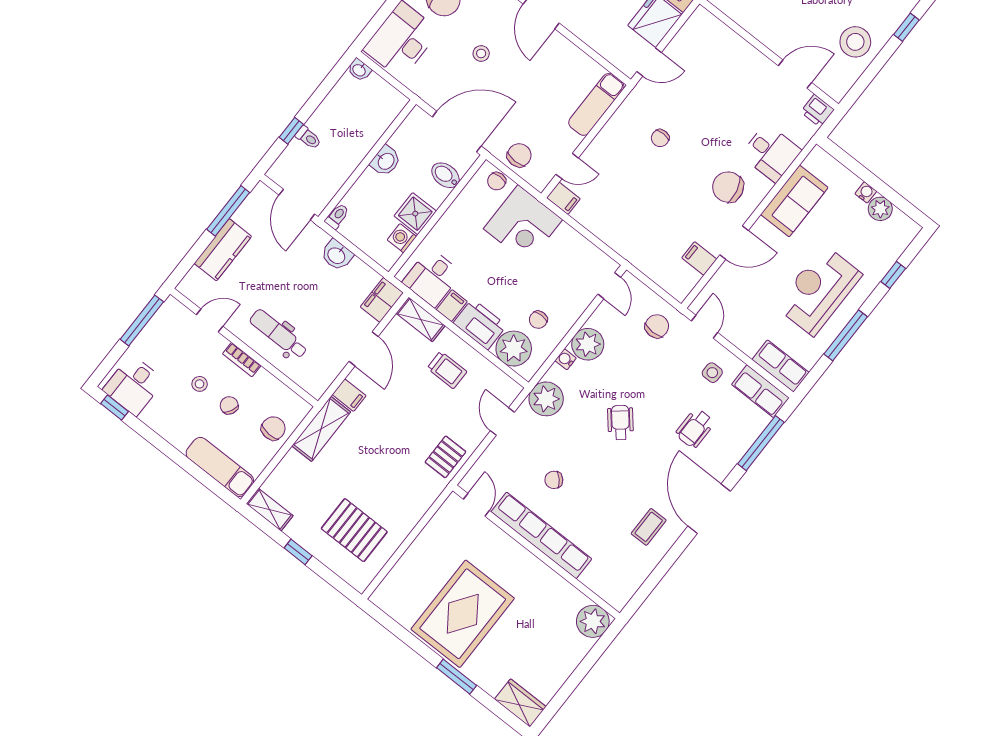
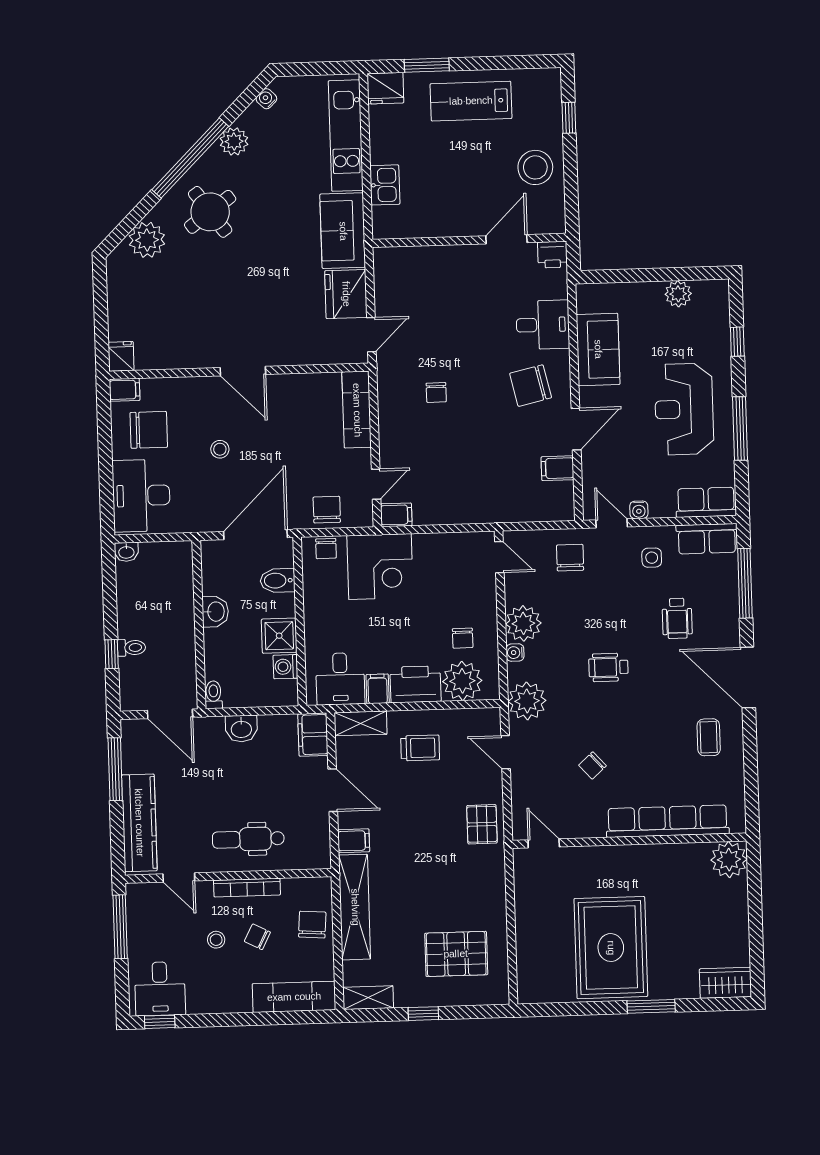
water cooler: (866, 192) -> (639, 510), moved, turned 180
kitchen counter: (223, 250) -> (139, 823), width x1.50
door: (210, 320) -> (179, 877), swing flipped
bookcase: (242, 360) -> (247, 888), width x1.56
wheelchair: (620, 422) -> (608, 667), turned -50
shelving: (321, 429) -> (355, 907), width x1.47
row of seats: (541, 535) -> (668, 821), moved

